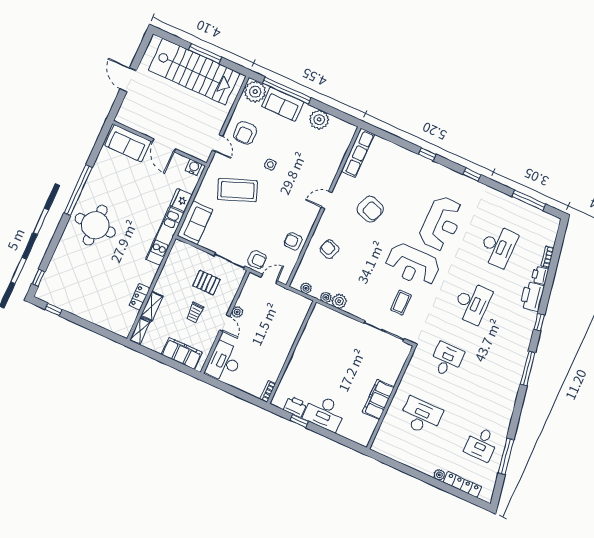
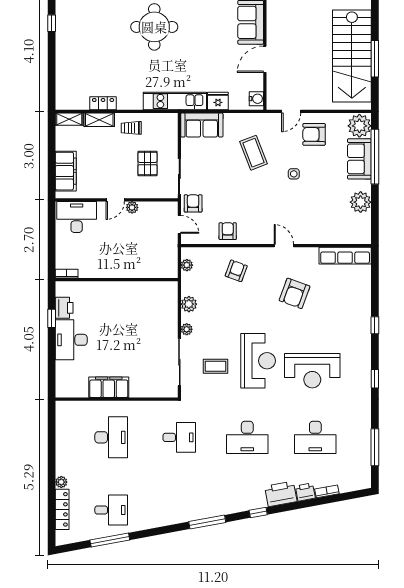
coffee table: (237, 190) -> (254, 153), width x0.73, depth x0.76
armchair: (257, 260) -> (193, 203), turned 180
reception desk: (413, 265) -> (258, 361), turned 180
plant: (326, 297) -> (187, 329), moved
trolley: (195, 312) -> (131, 128), moved
desk: (481, 444) -> (111, 510), turned 180

